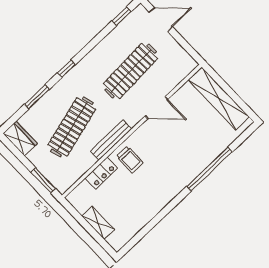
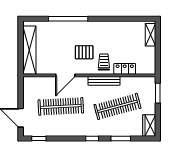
door: (157, 108) -> (65, 75), swing flipped
pallet: (160, 150) -> (84, 52), added
shelving: (98, 223) -> (150, 35), moved

